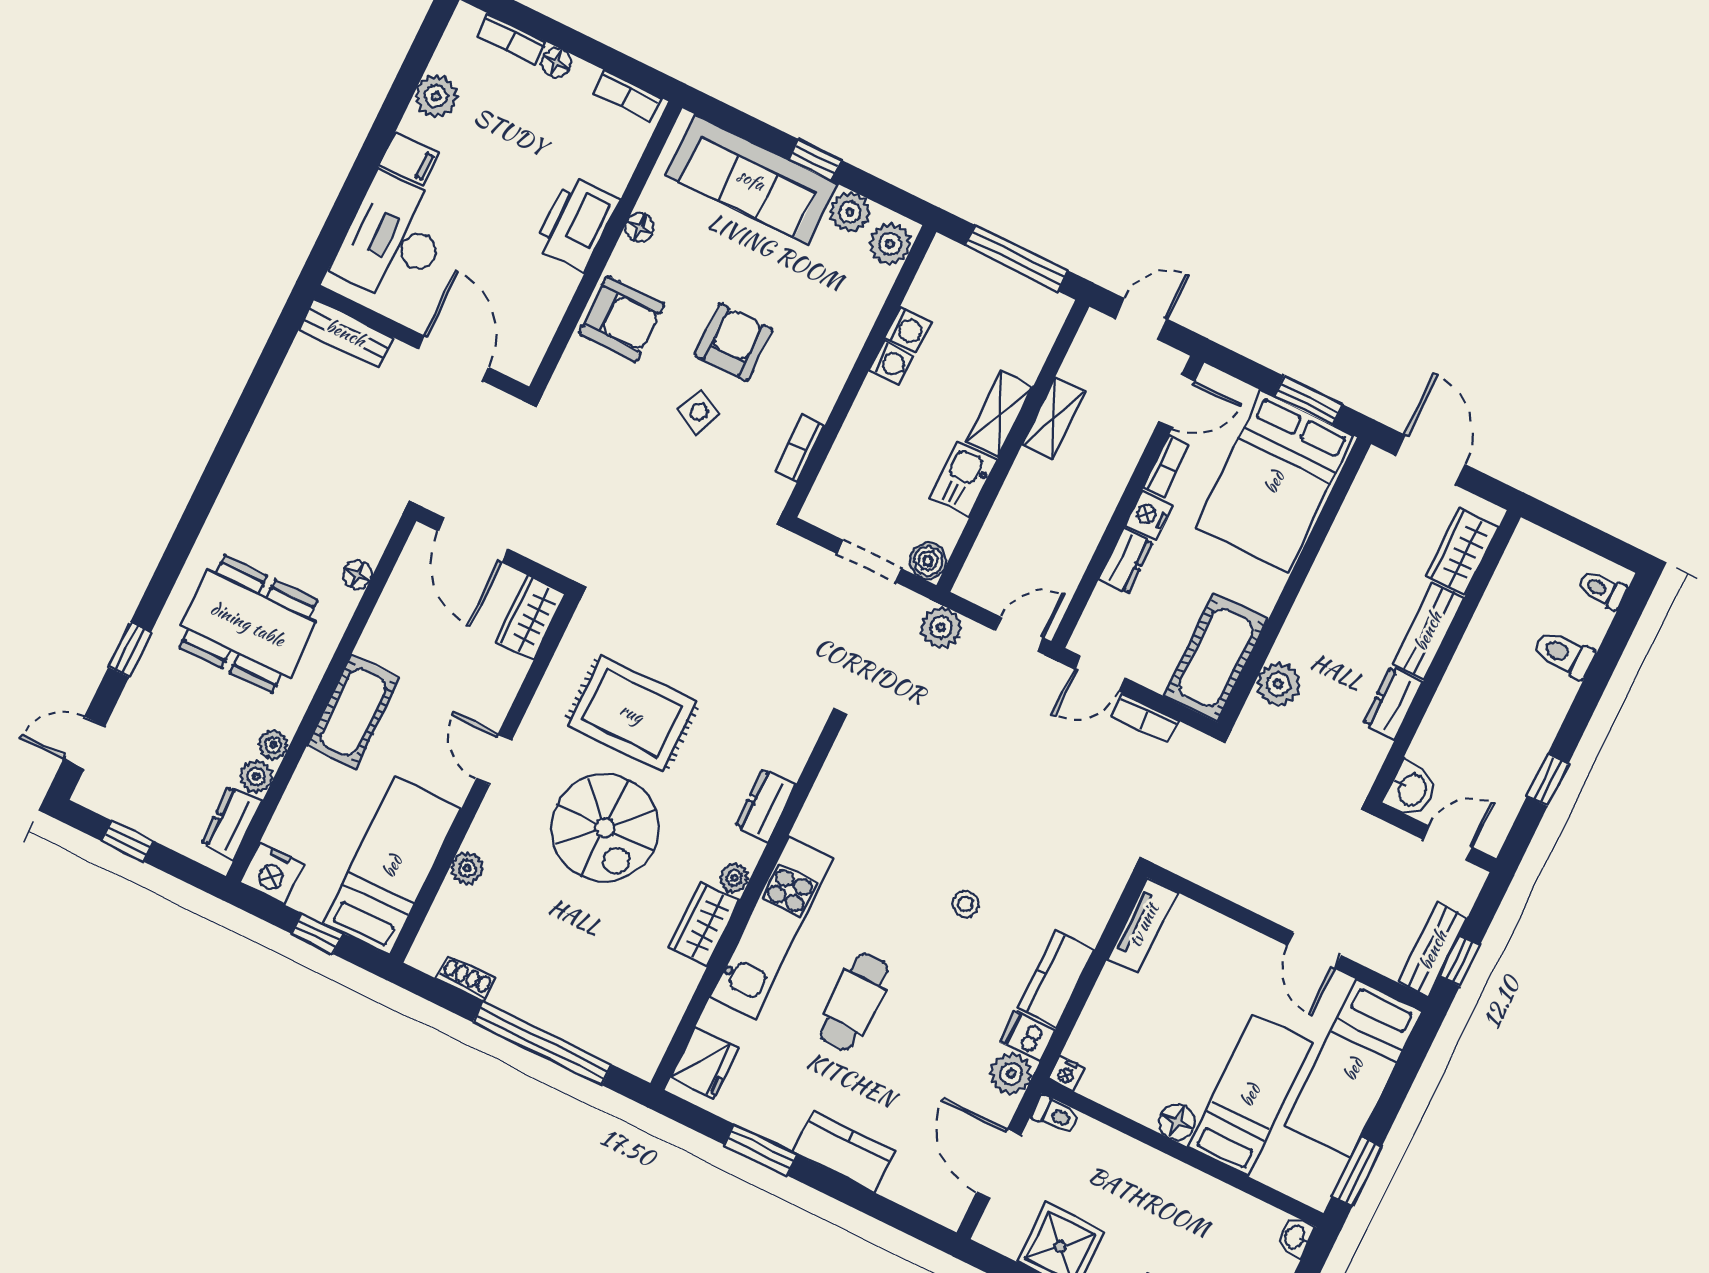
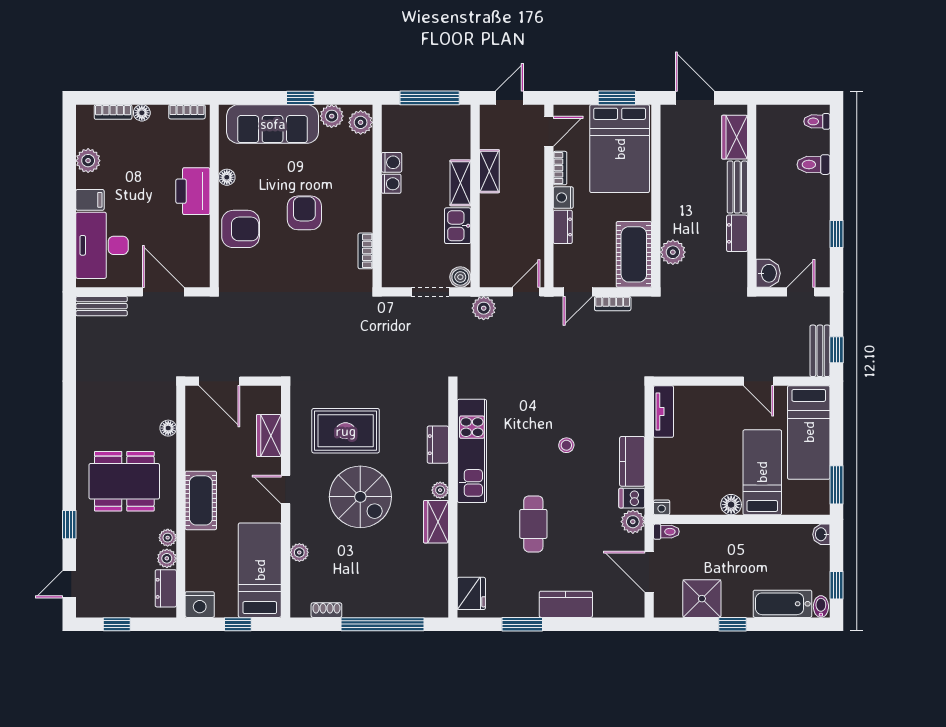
side table: (699, 412) -> (304, 258), removed
wardrobe: (531, 618) -> (269, 435), moved
kitchen unit: (772, 928) -> (472, 451), moved

